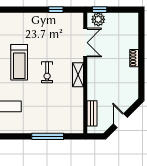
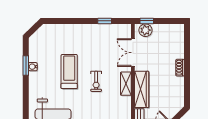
double door: (85, 43) -> (133, 53), swing flipped
treadmill: (19, 62) -> (69, 72), turned 180
wardrobe: (94, 81) -> (142, 89), added

